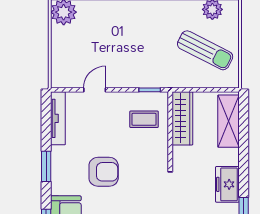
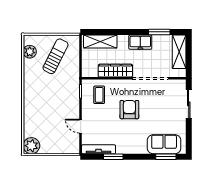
wardrobe: (182, 118) -> (115, 71), moved
window: (46, 166) -> (113, 157), moved
armchair: (104, 172) -> (129, 110), moved

